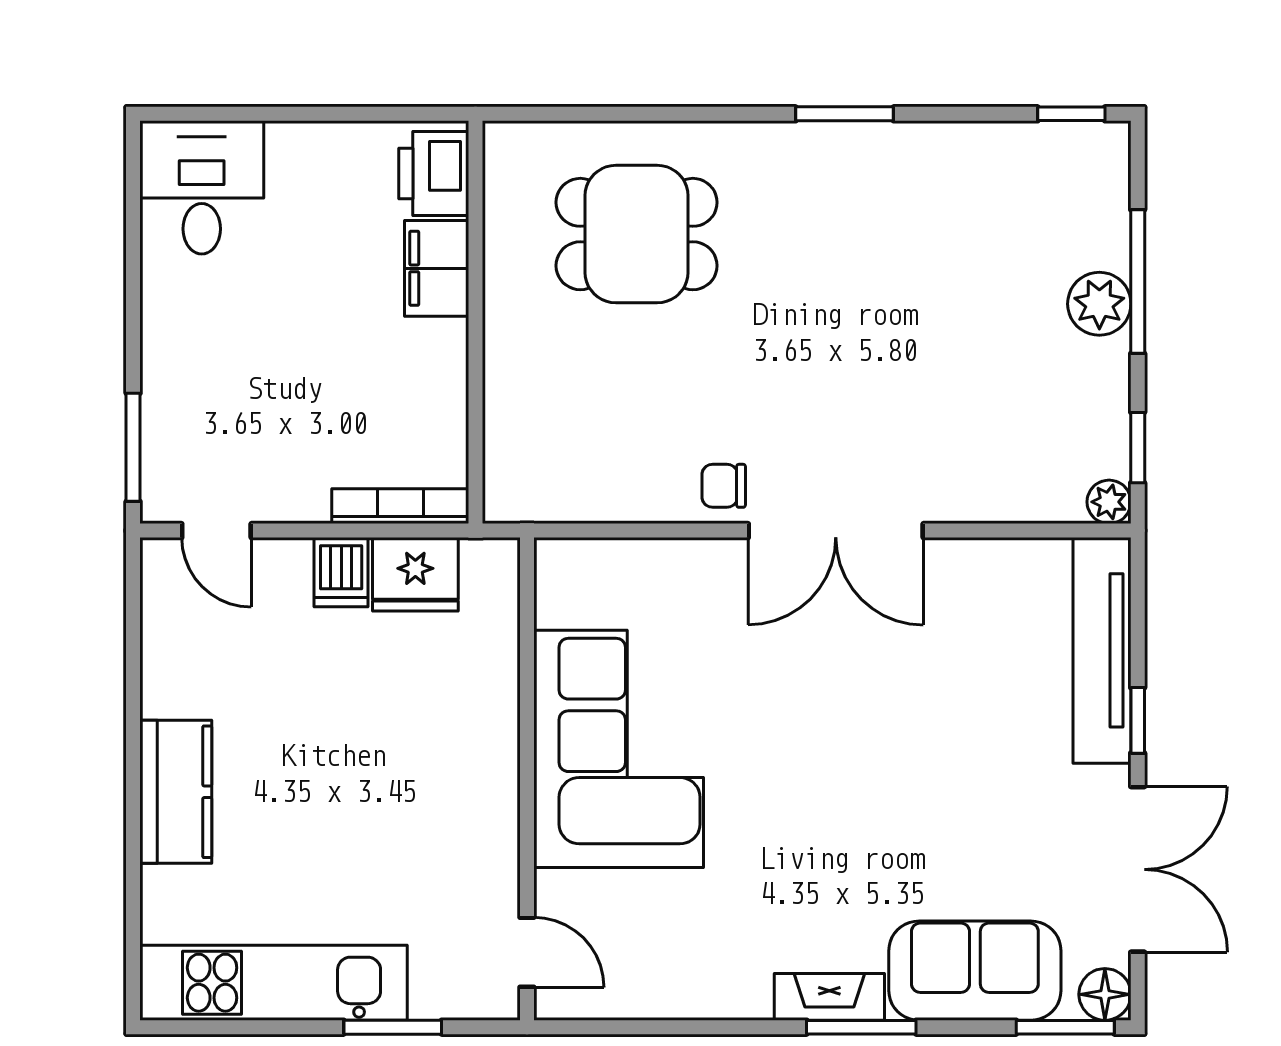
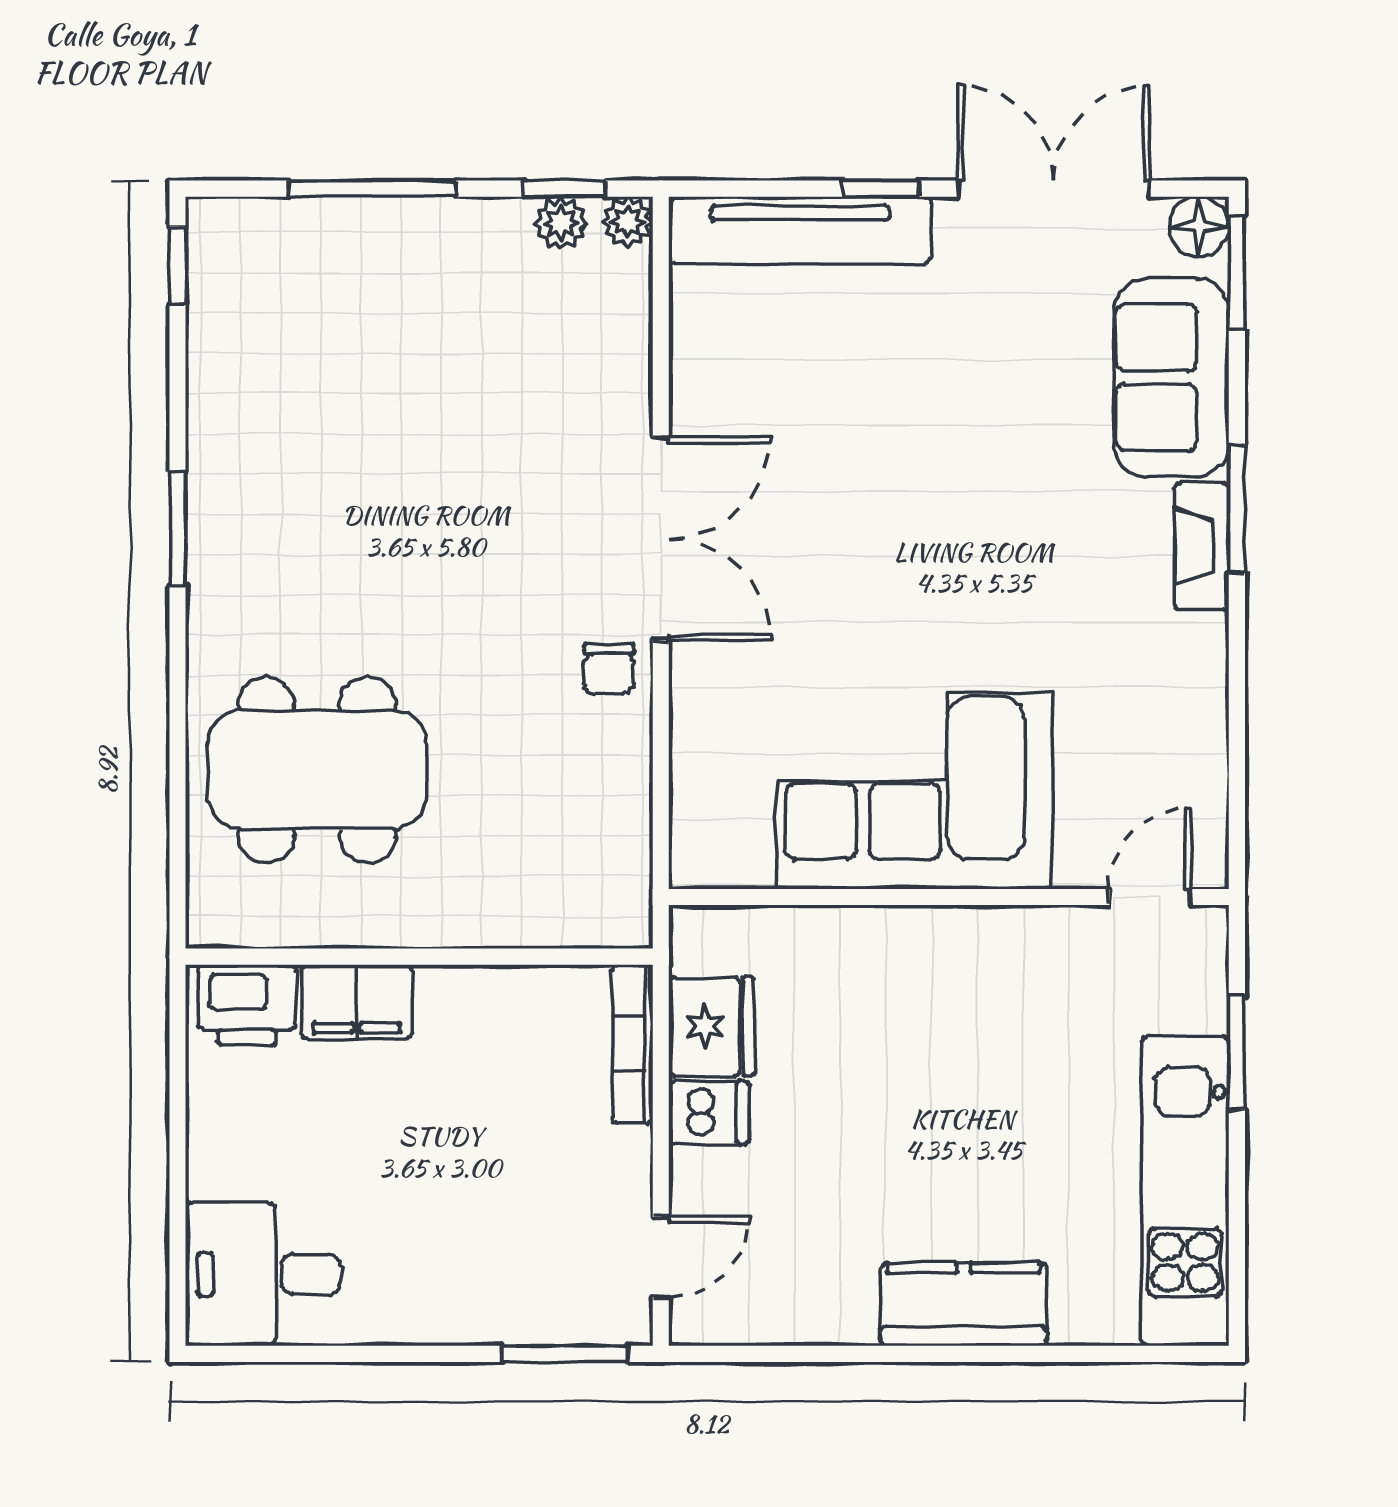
dining table: (637, 234) -> (317, 770), width x1.38
plant: (1099, 304) -> (561, 223), moved, width x0.73, depth x0.73

